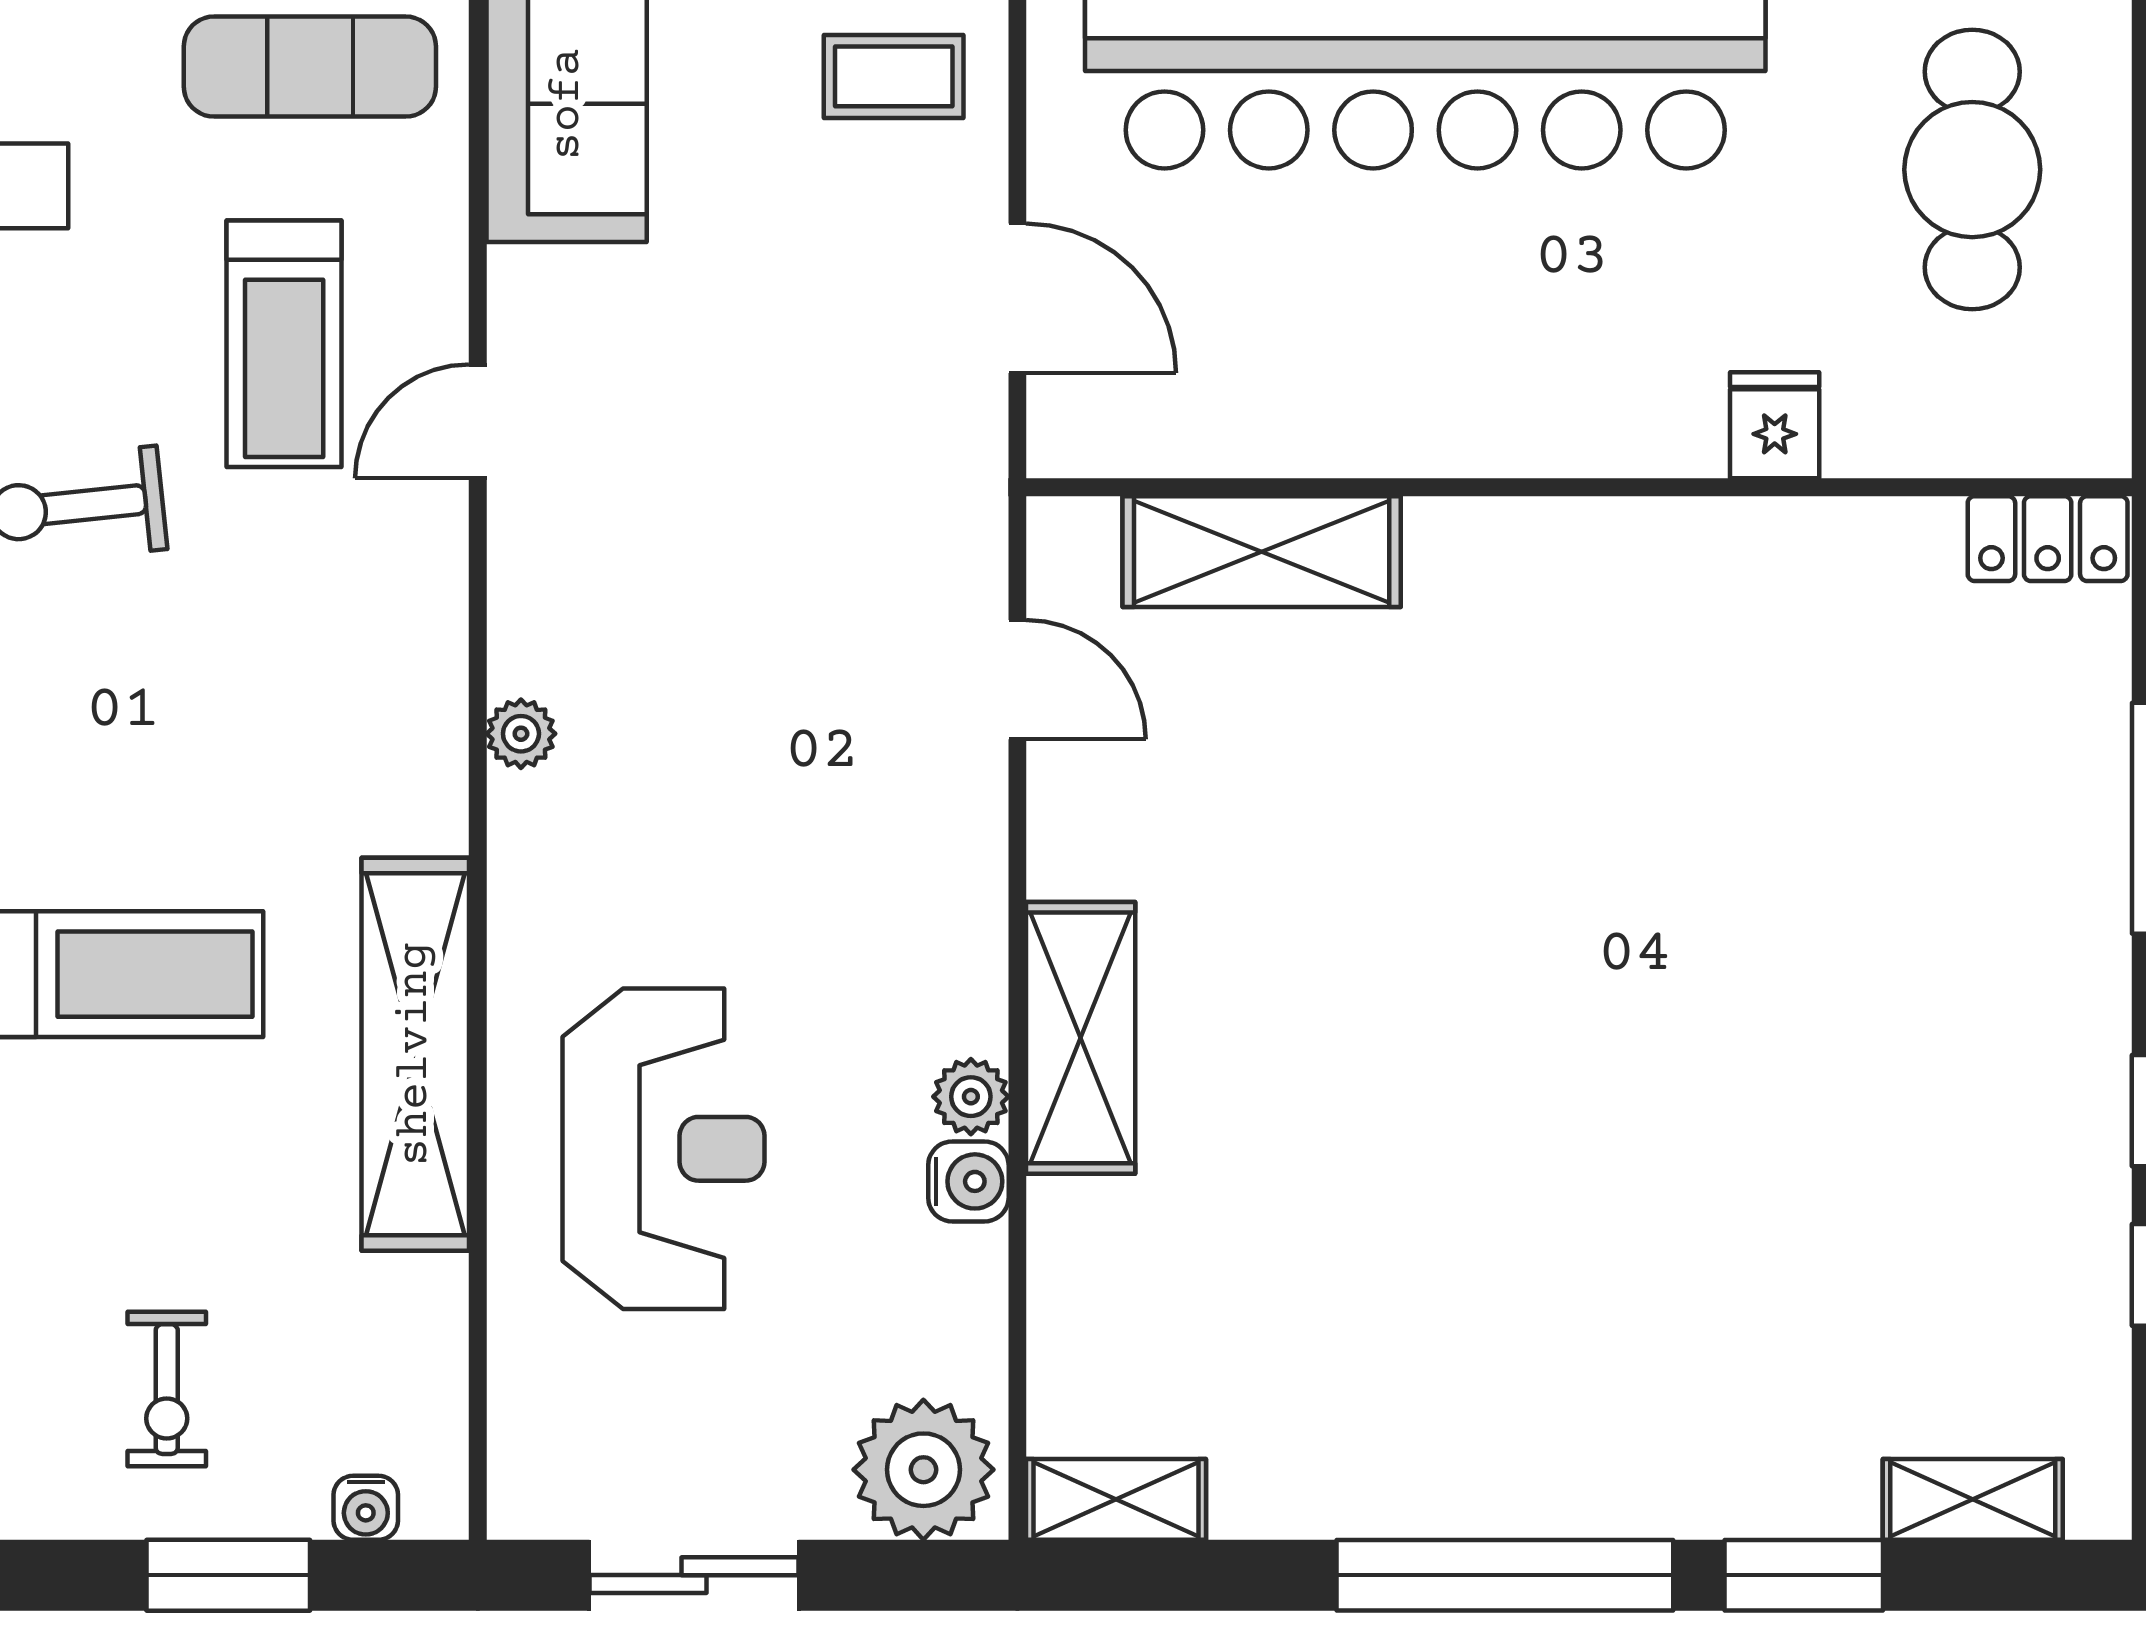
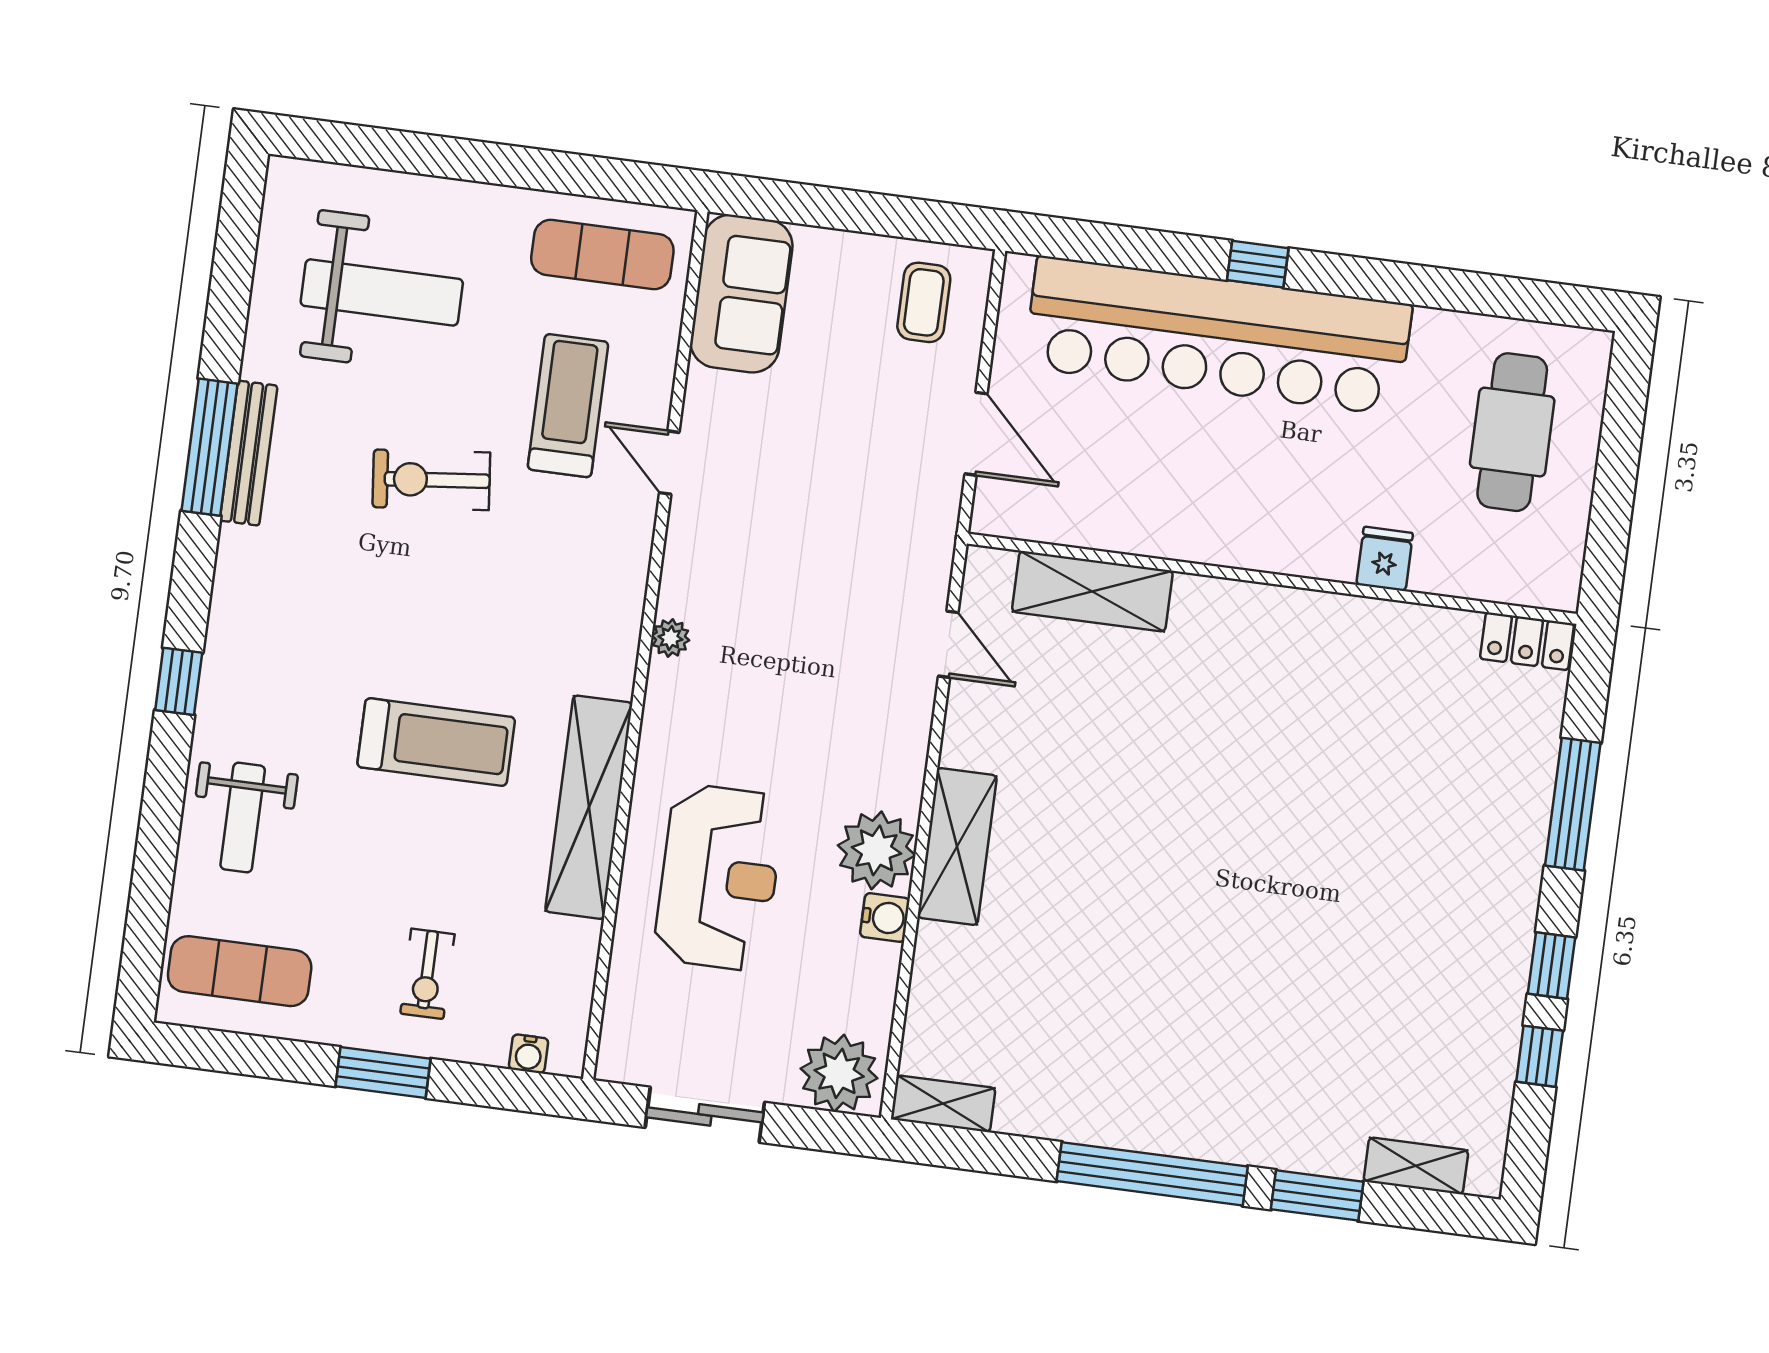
coffee table: (894, 76) -> (924, 302), turned 90
treadmill: (284, 344) -> (568, 406), turned 180
door: (478, 421) -> (669, 463), hinge flipped
plant: (971, 1097) -> (877, 850), width x1.87, depth x1.87
window: (228, 1575) -> (383, 1072), moved

